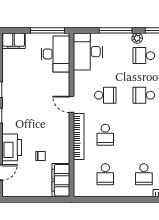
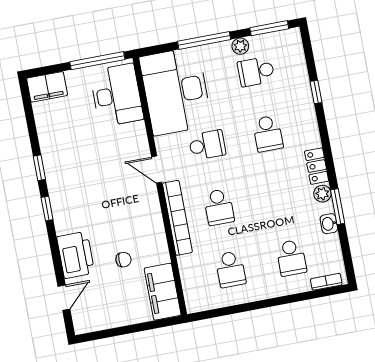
desk: (88, 52) -> (176, 91), width x1.36, depth x1.30
school desk: (144, 95) -> (268, 134), turned -90

